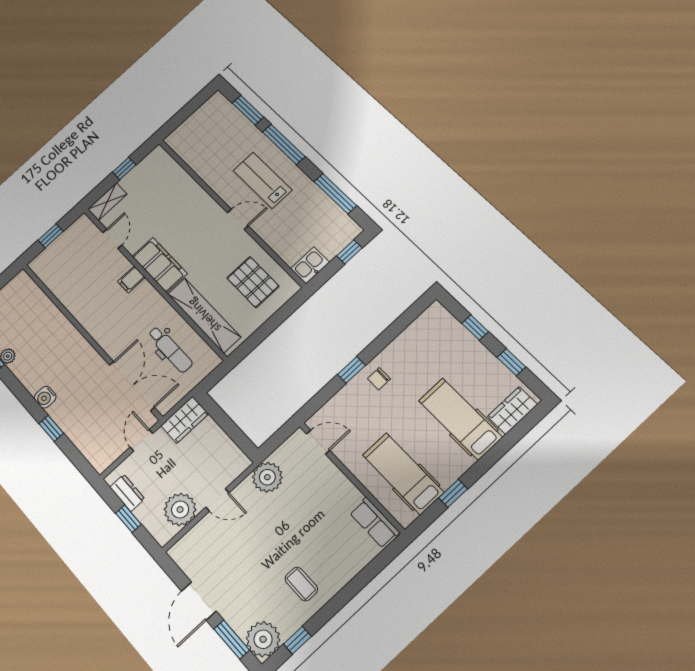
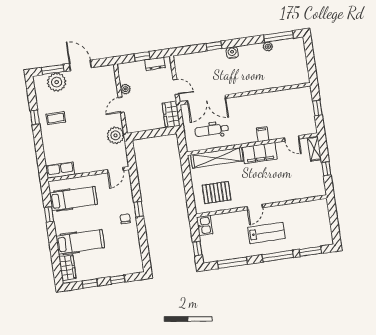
plant: (180, 510) -> (125, 89), width x0.53, depth x0.53
plant: (263, 639) -> (57, 82), moved
window: (297, 640) -> (35, 117), moved

